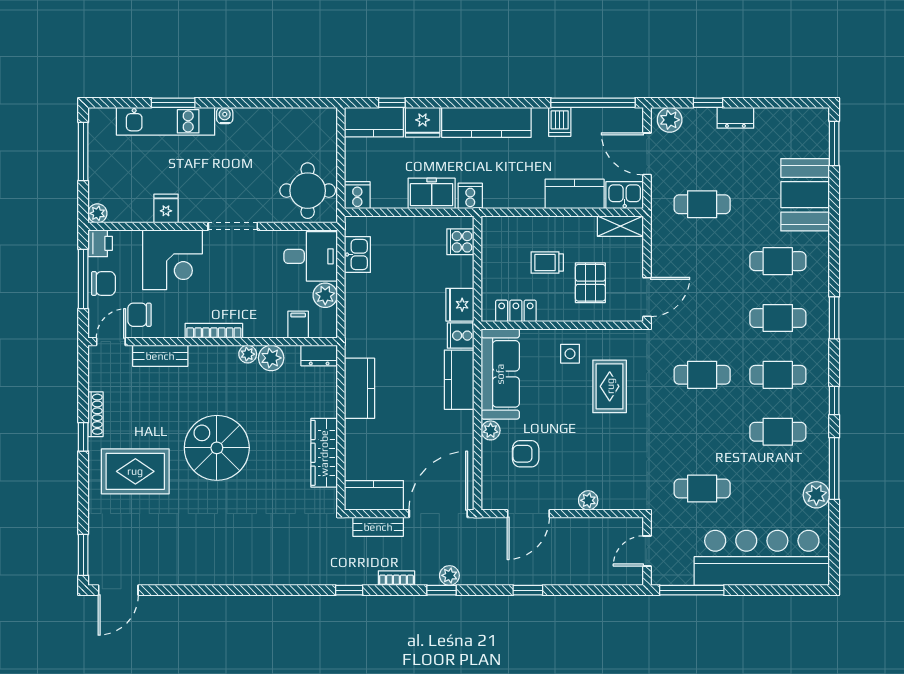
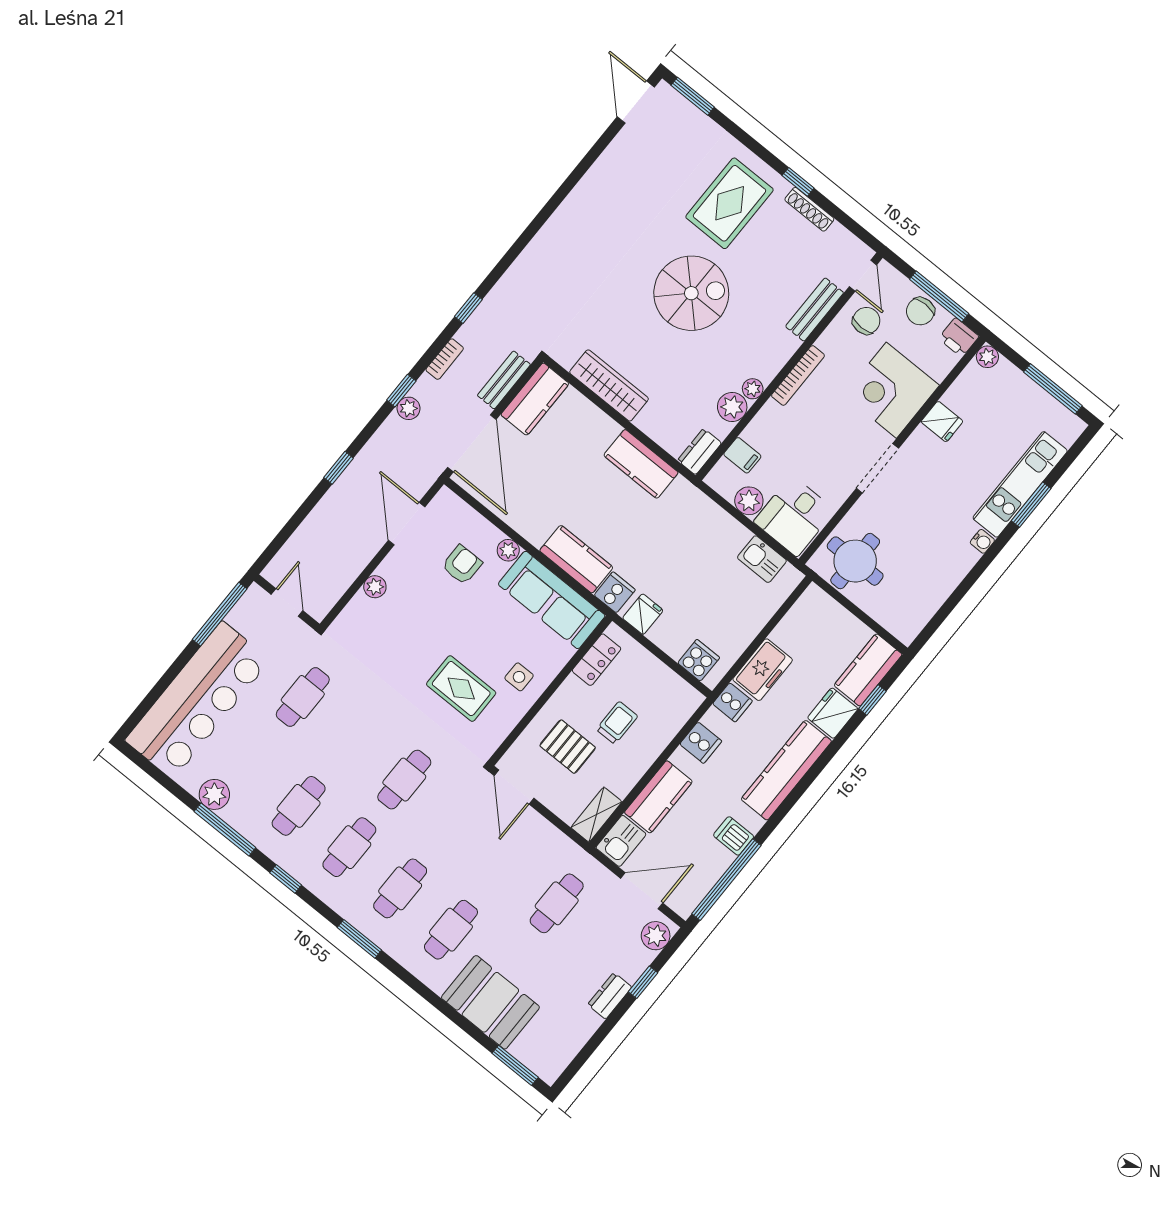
cooker: (357, 195) -> (701, 743), moved
fridge: (460, 305) -> (643, 614), width x0.72

